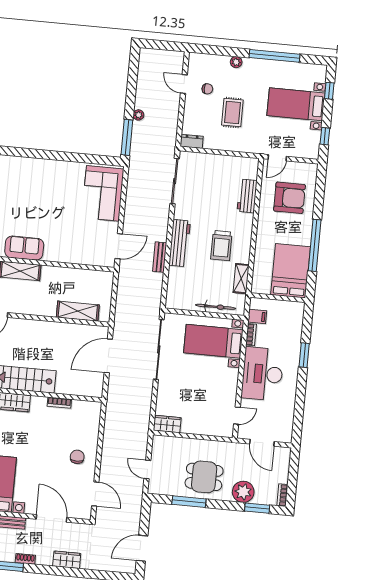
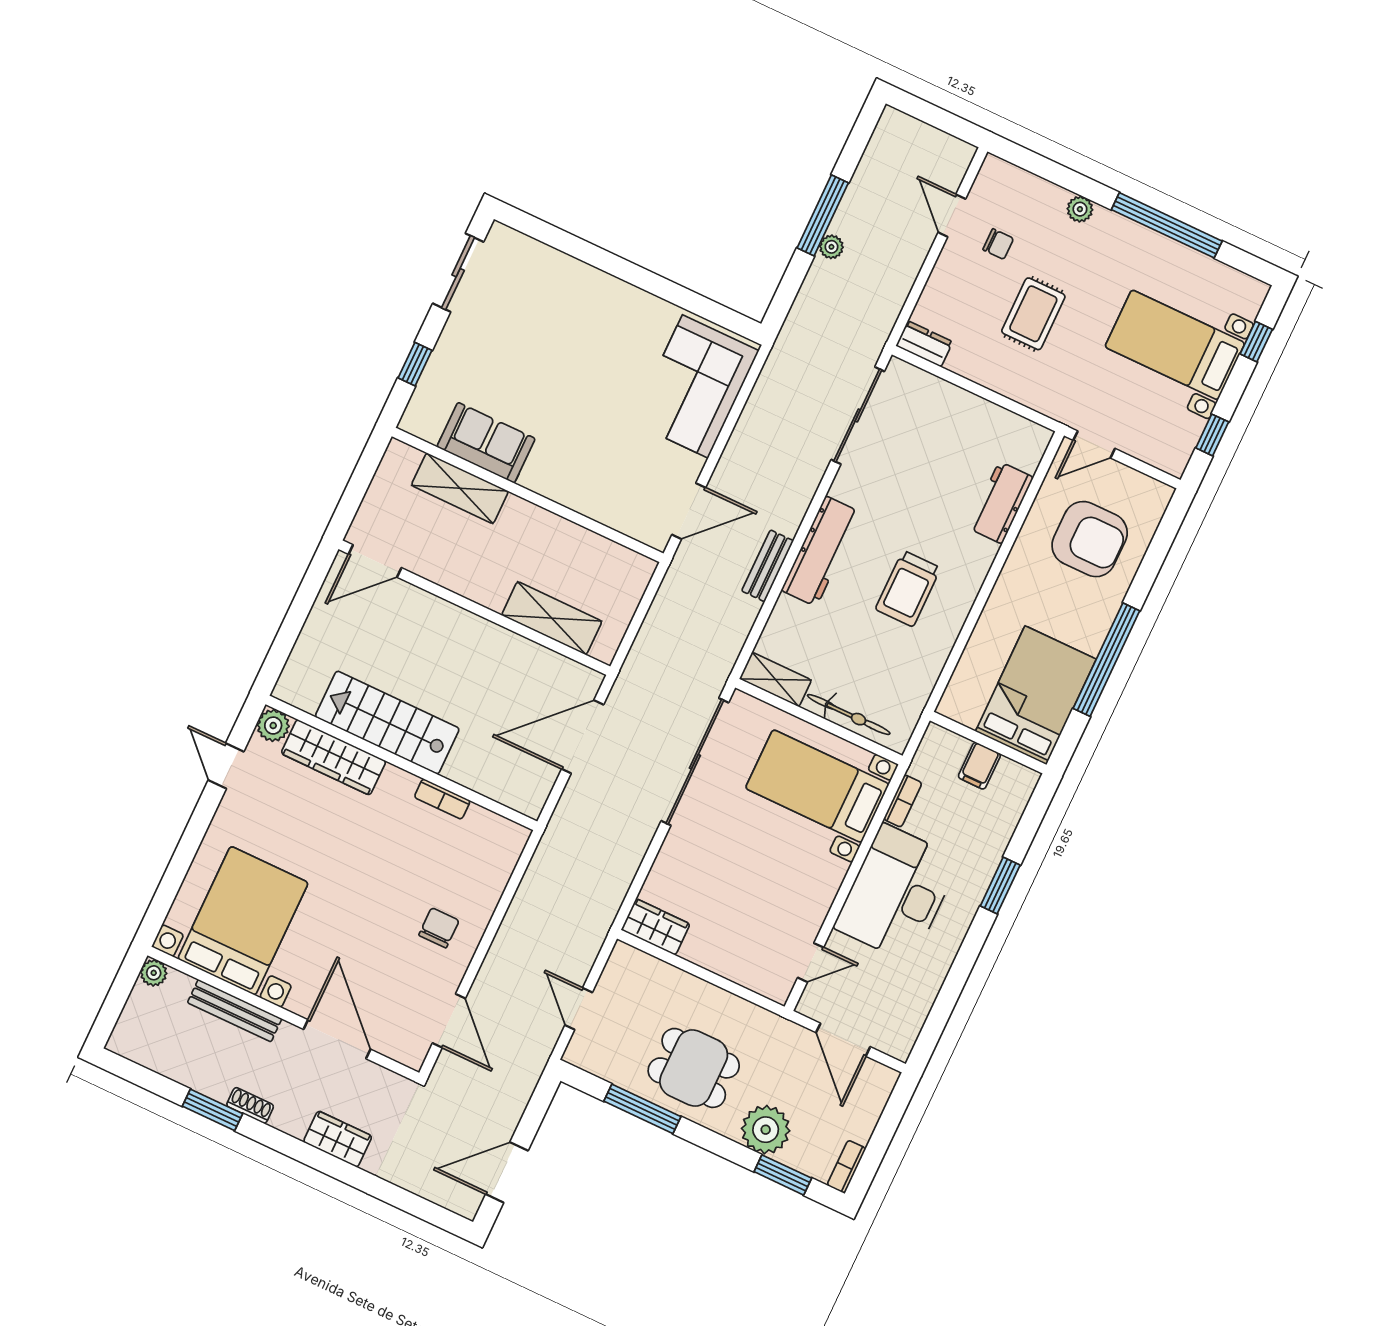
window: (127, 137) -> (823, 215), moved
shelving: (241, 279) -> (775, 679), moved, turned 90
filing cabinet: (257, 316) -> (979, 766), moved, turned 90

